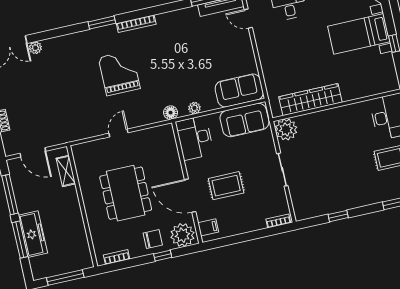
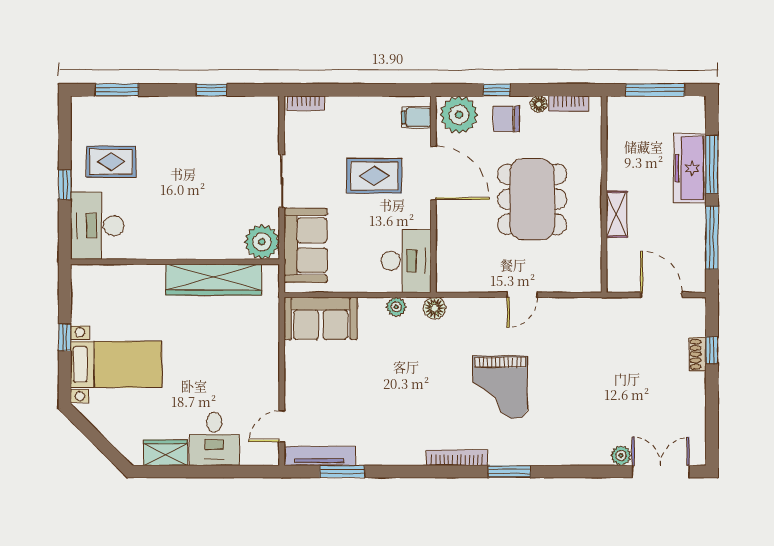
door: (248, 19) -> (282, 427), swing flipped
sofa: (244, 120) -> (306, 245), moved, turned 90
shelving: (66, 171) -> (617, 214), moved
floor lamp: (135, 253) -> (539, 104), added

